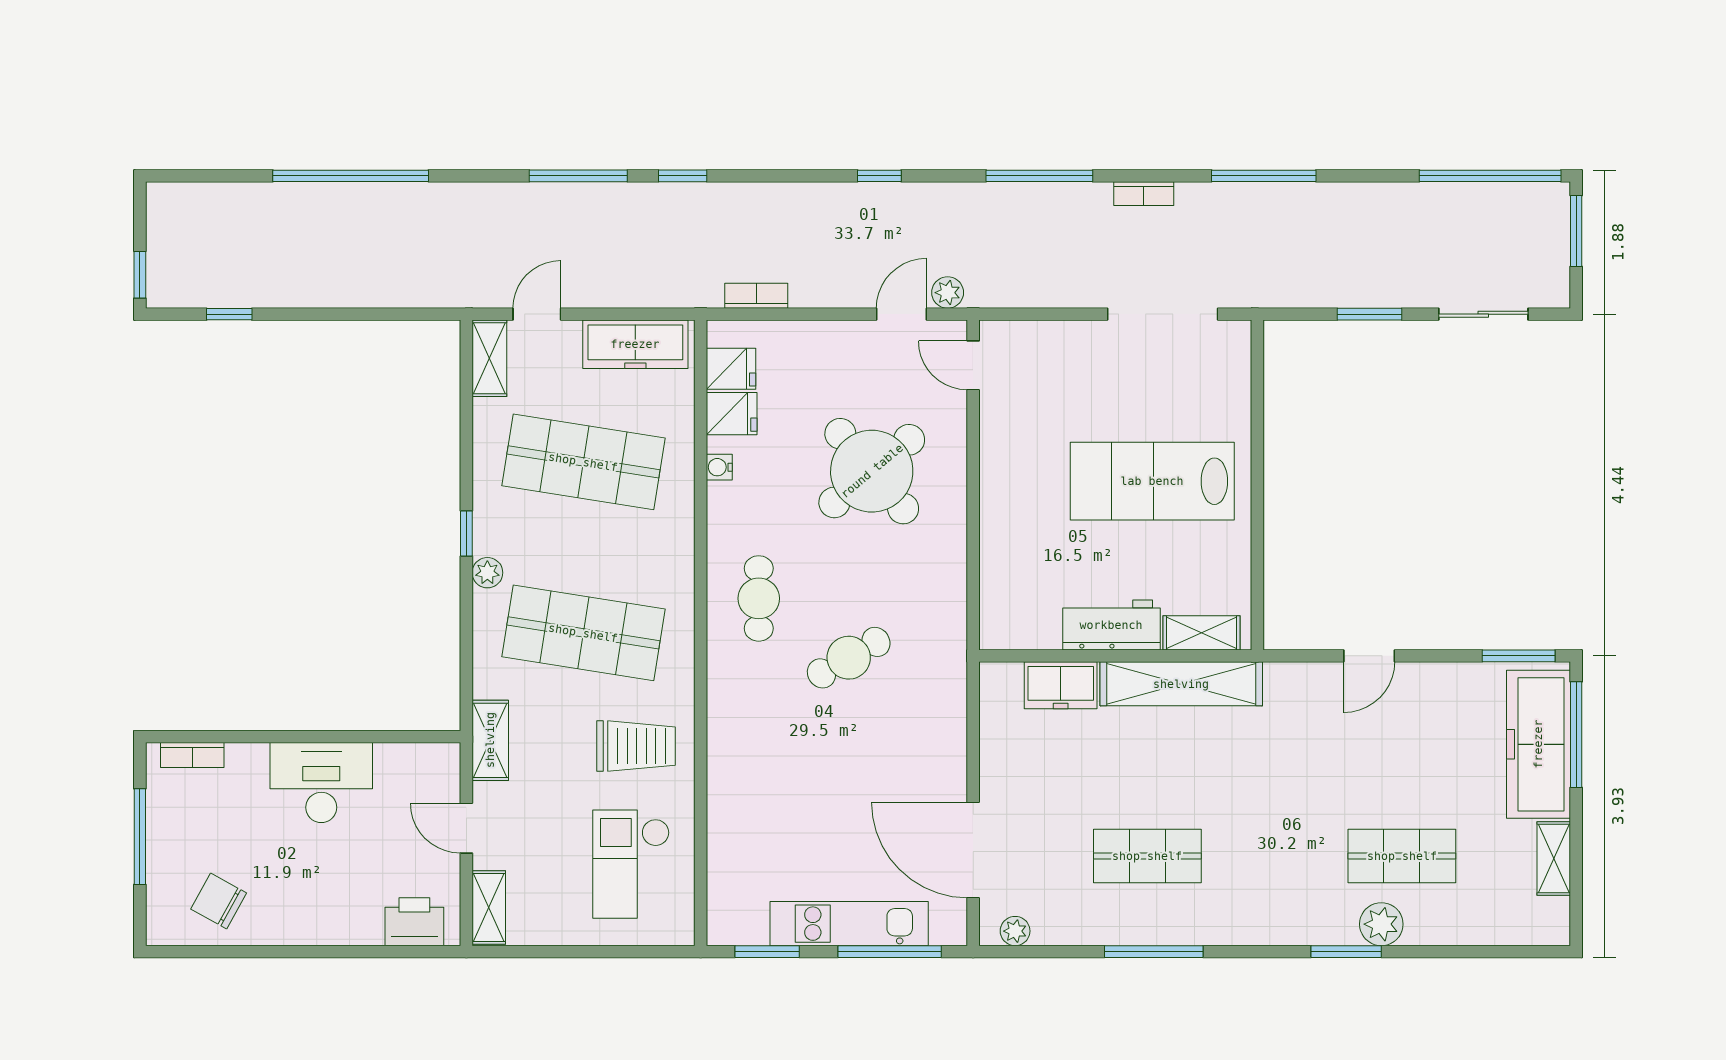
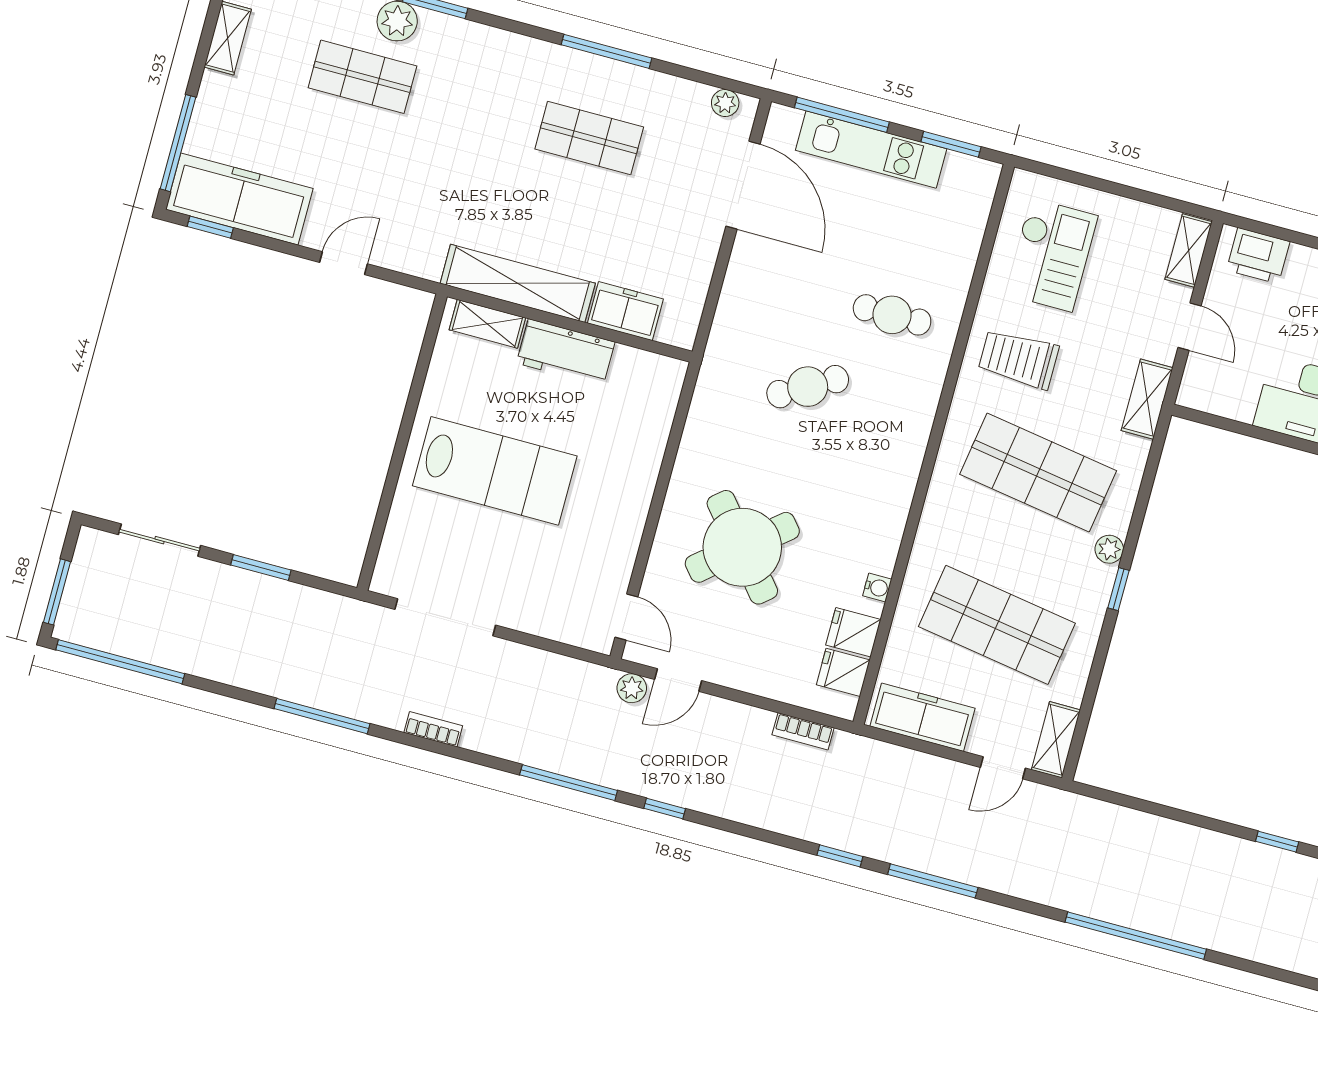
window: (1039, 176) -> (569, 783), moved
cafe table: (759, 598) -> (892, 315), moved, turned 90
window: (1519, 656) -> (210, 227), width x0.67
freezer: (1538, 744) -> (239, 199), moved, turned -90

